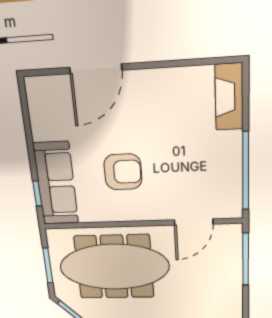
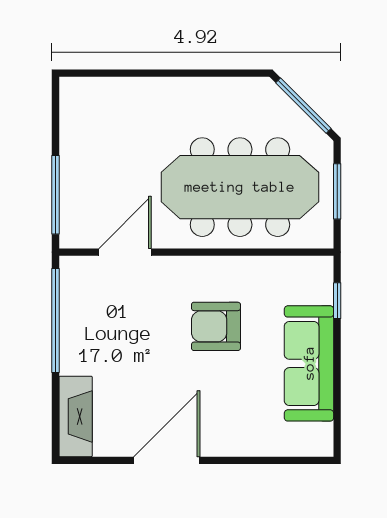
door: (96, 69) -> (167, 460), moved
sofa: (56, 183) -> (309, 363), moved

